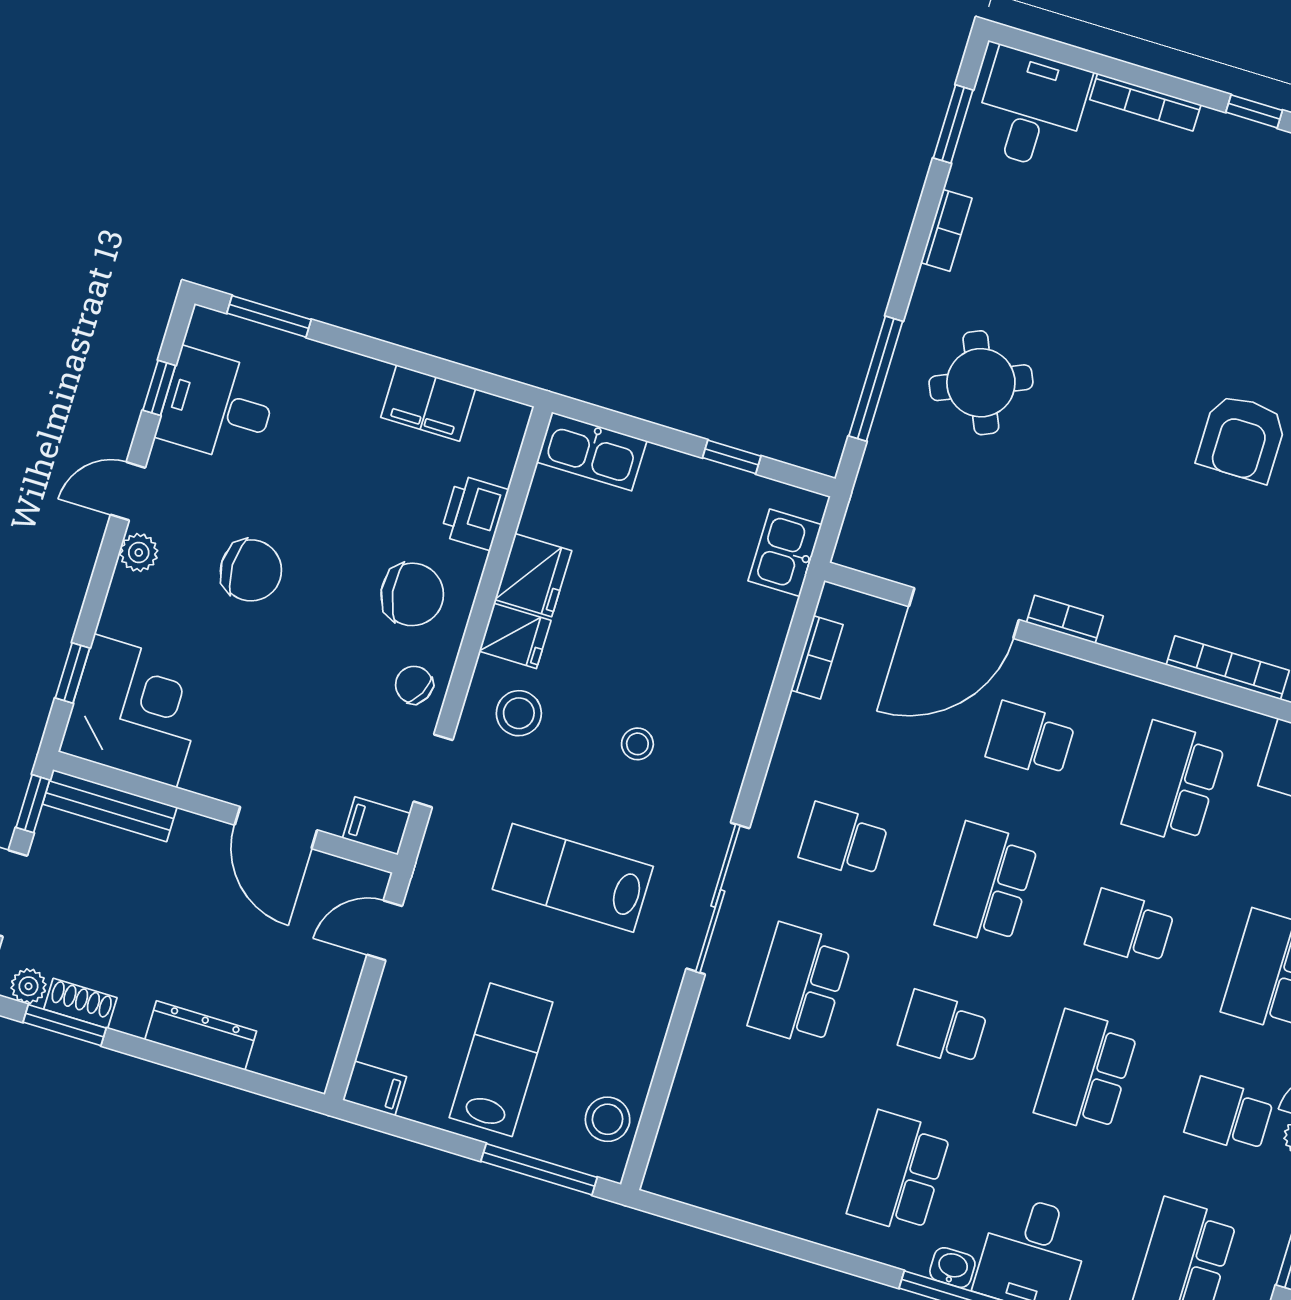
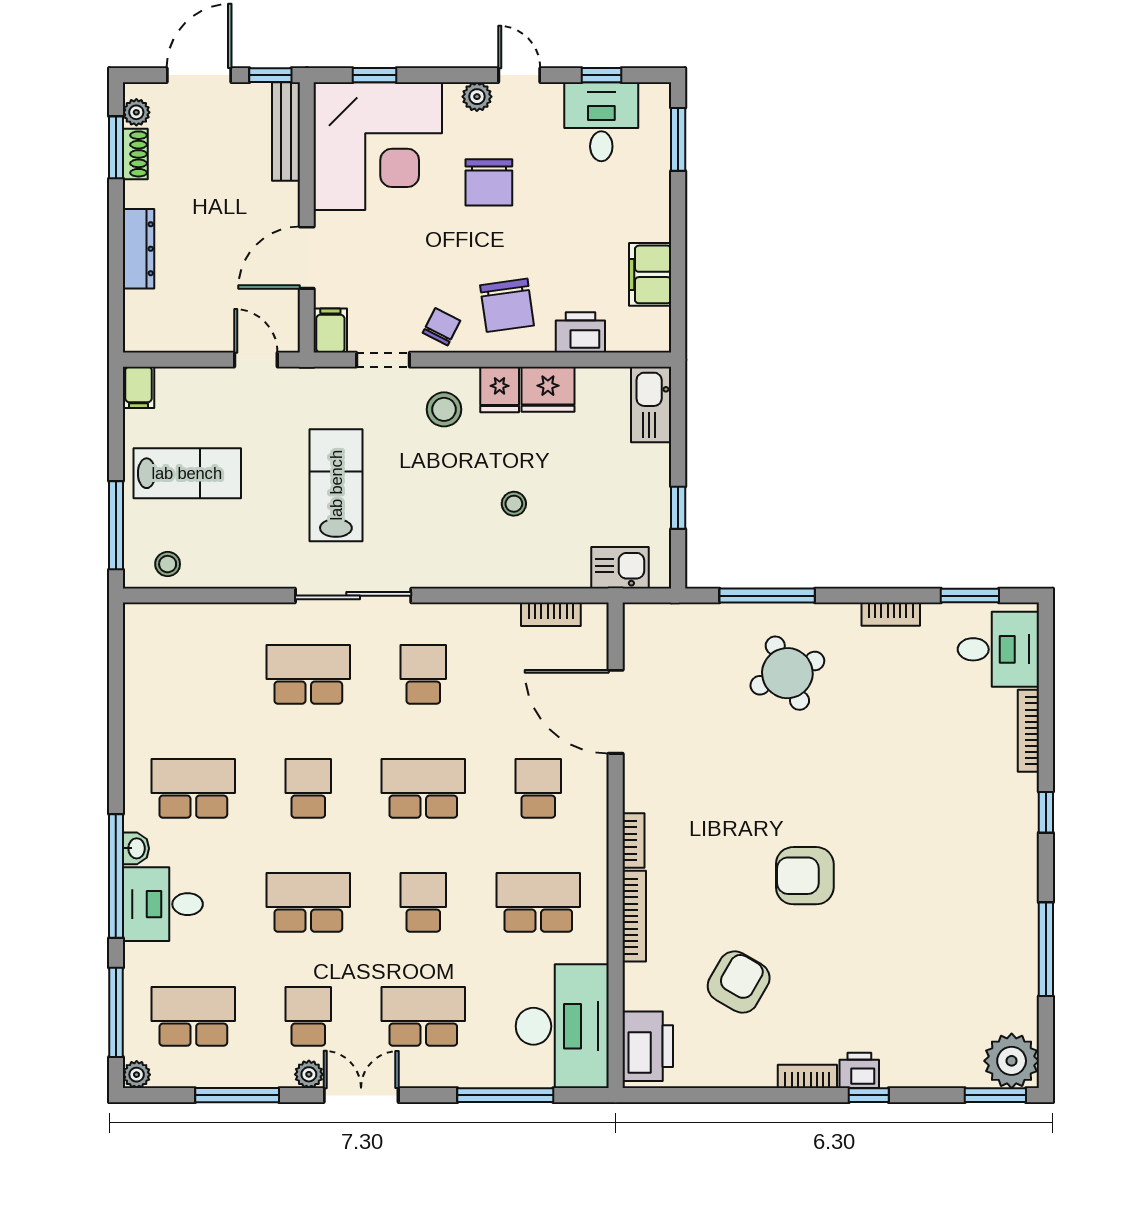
bookcase: (1065, 619) -> (633, 840), moved
corner desk: (135, 711) -> (378, 146), width x1.36, depth x1.36
stool: (637, 744) -> (514, 504), moved
stool: (608, 1119) -> (168, 564), width x0.73, depth x0.73

